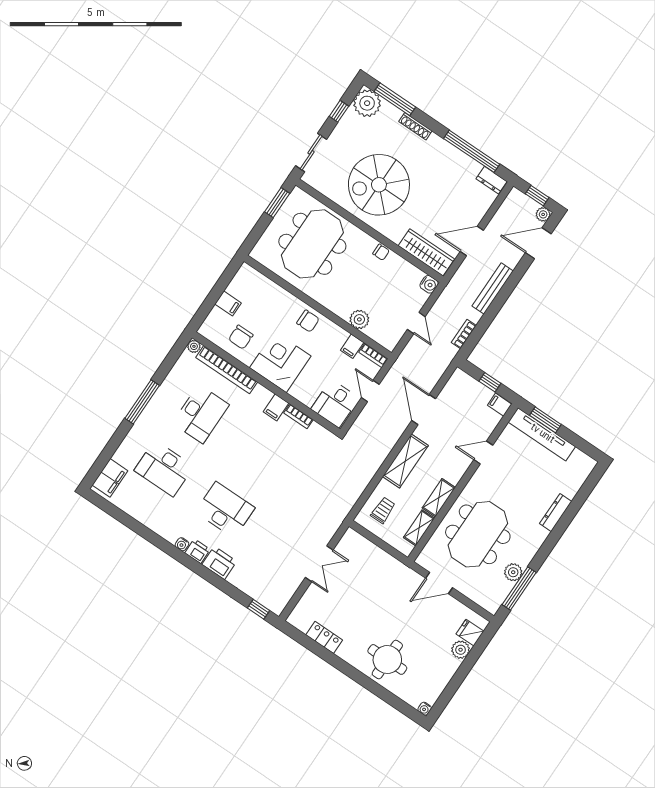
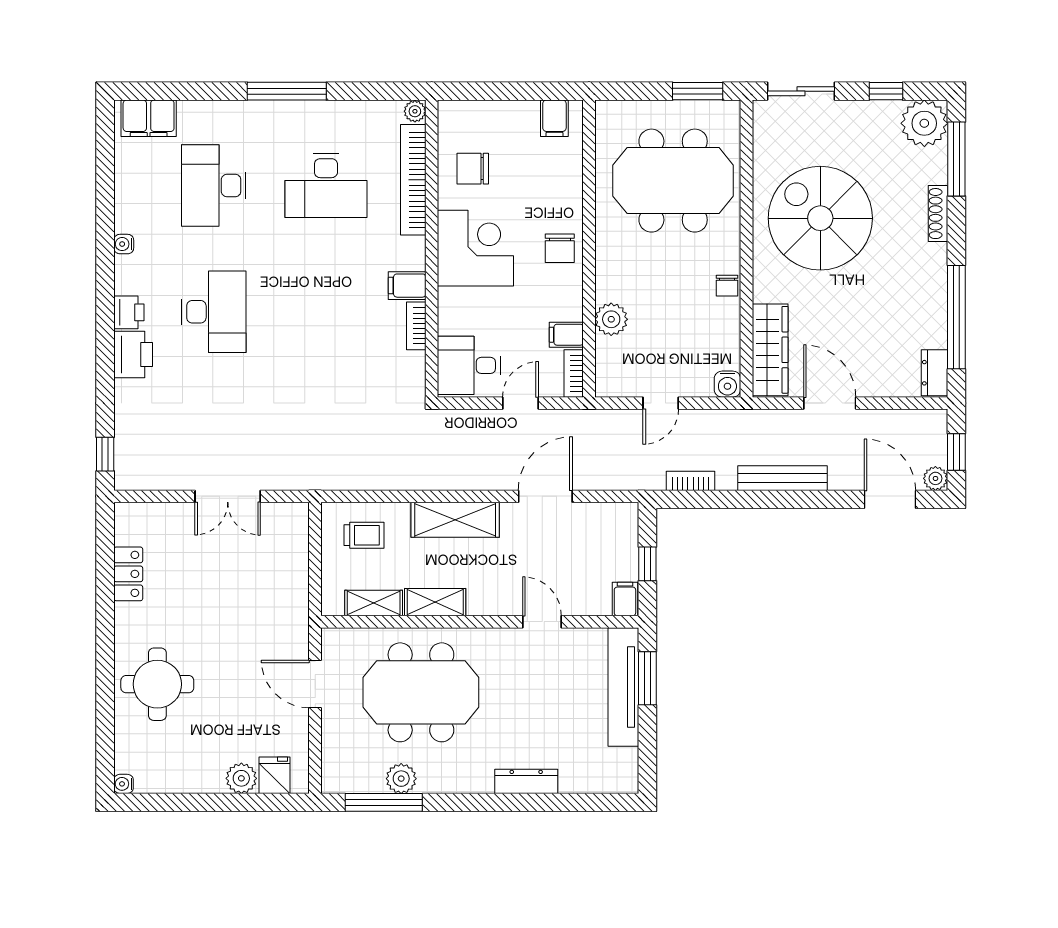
filing cabinet: (228, 303) -> (554, 118), moved
water cooler: (182, 544) -> (124, 244), moved

